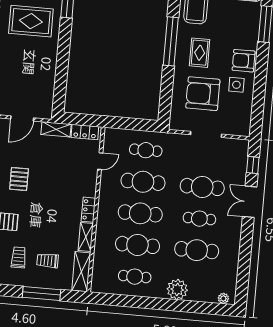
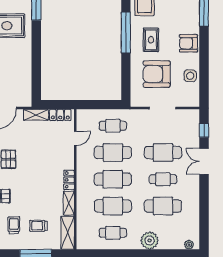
side table: (236, 85) -> (190, 76), moved

